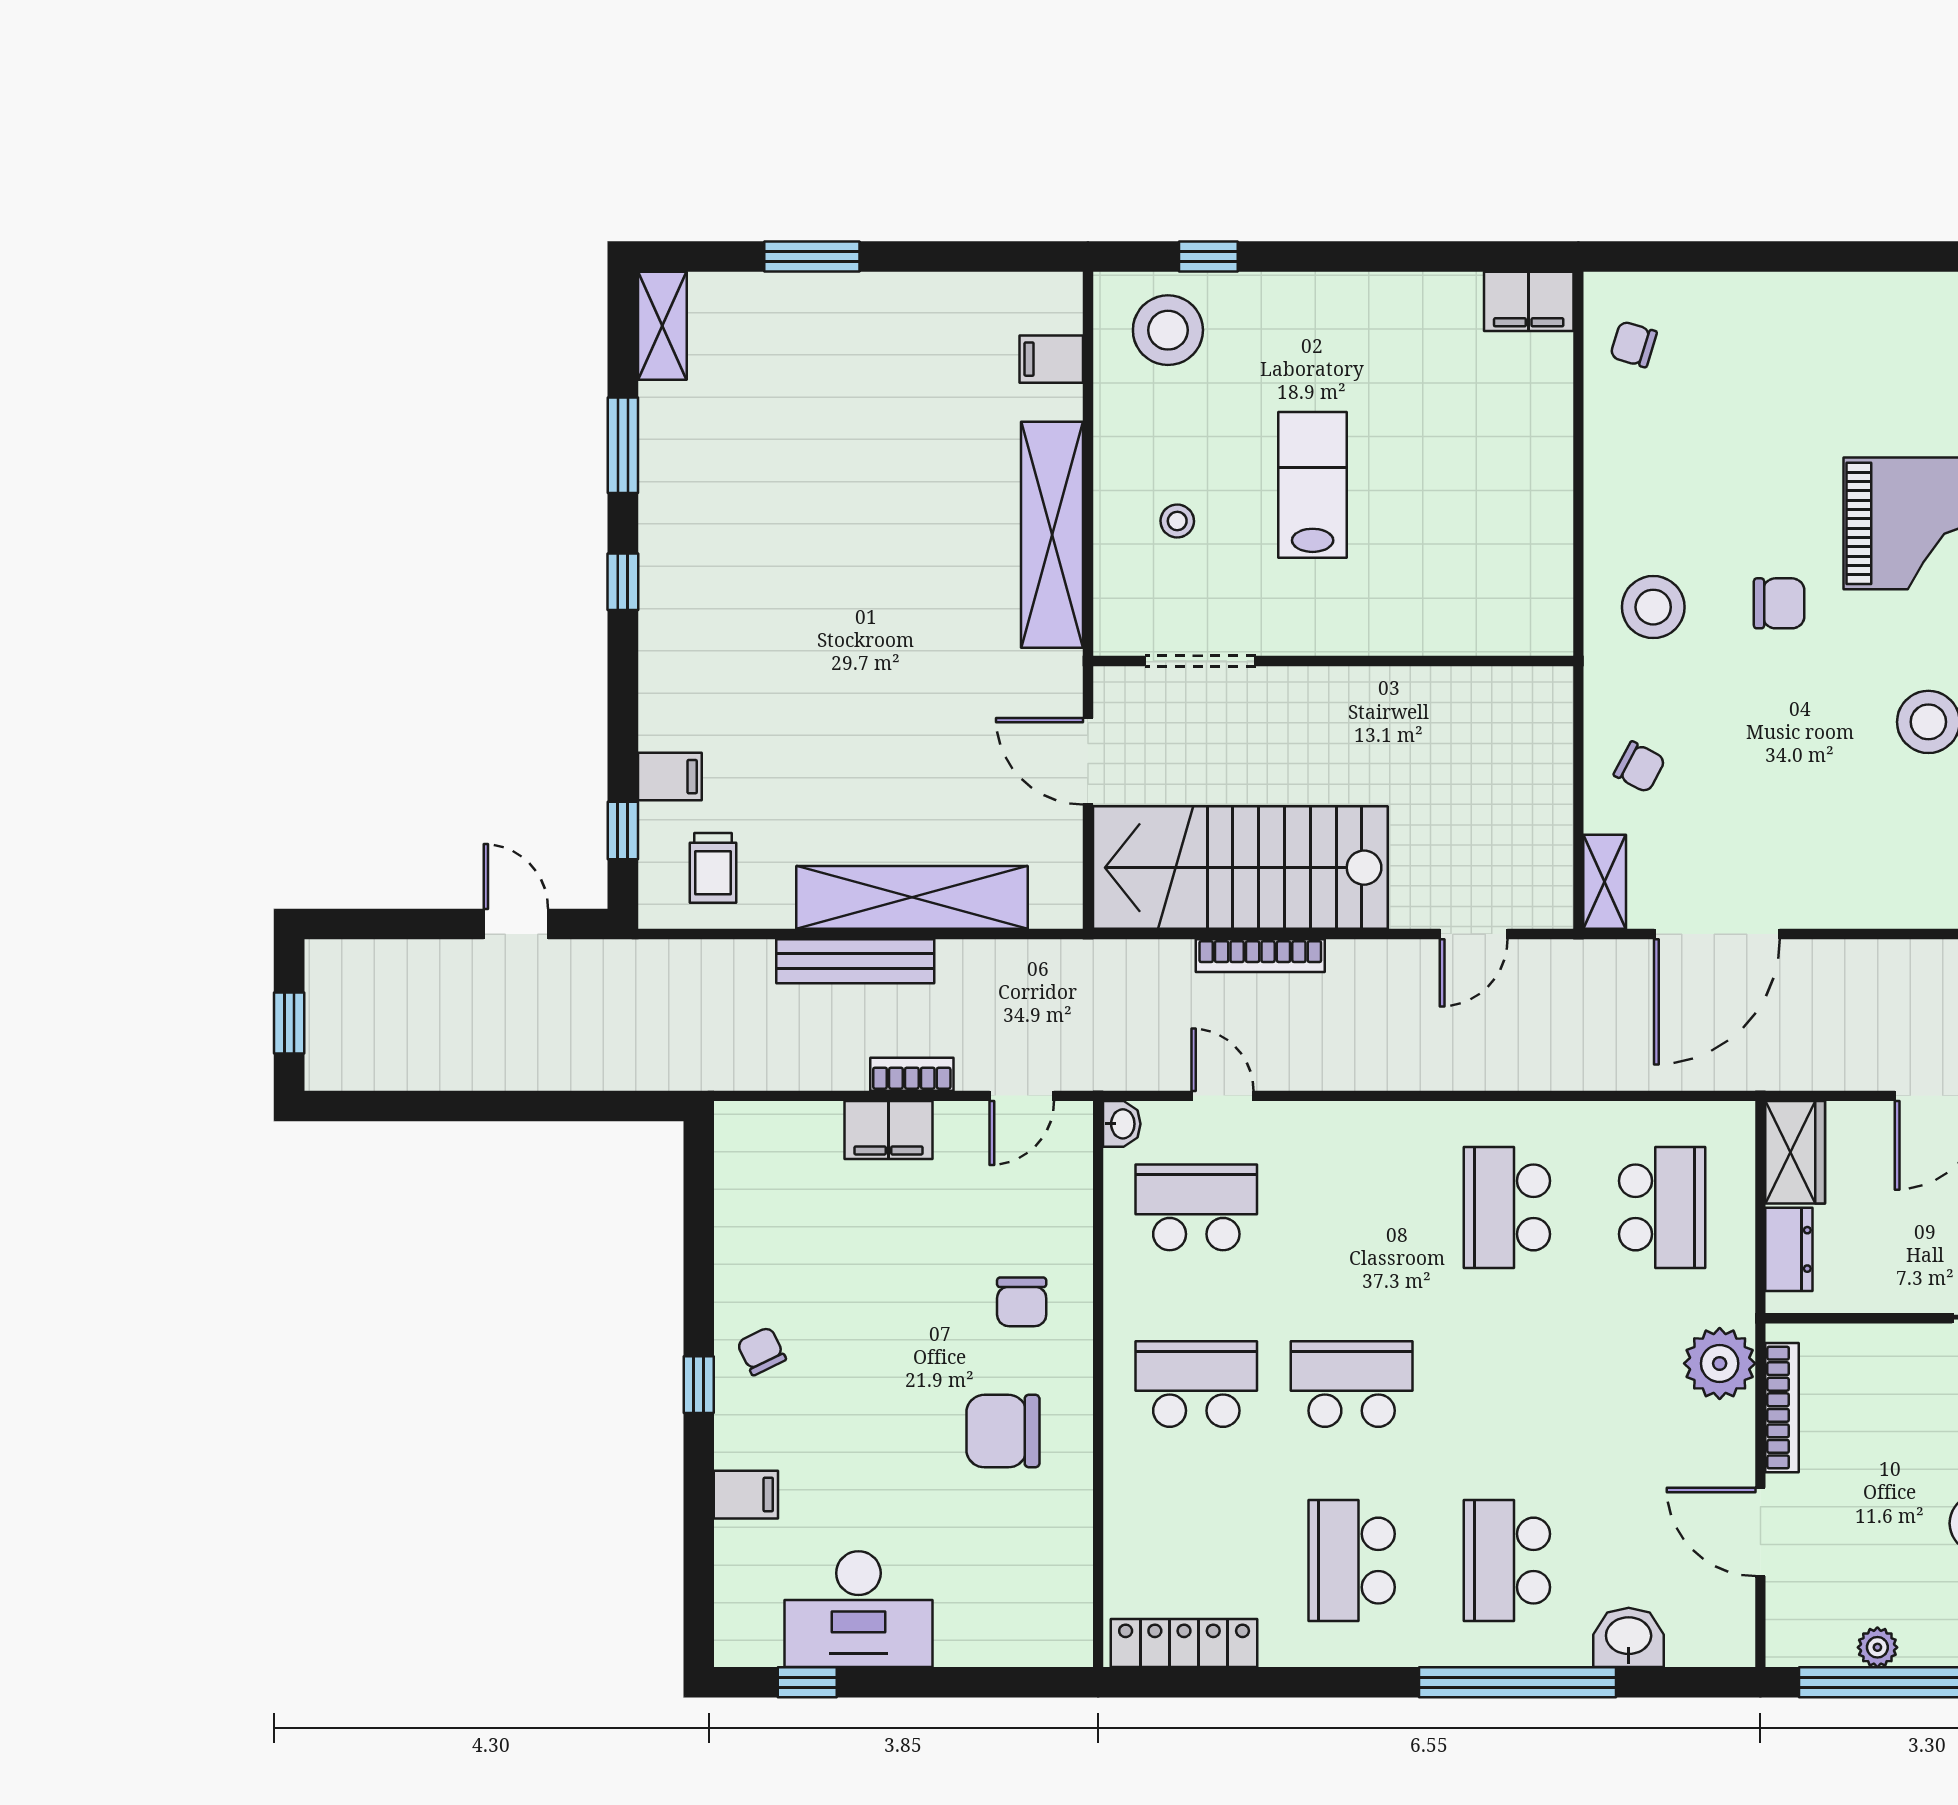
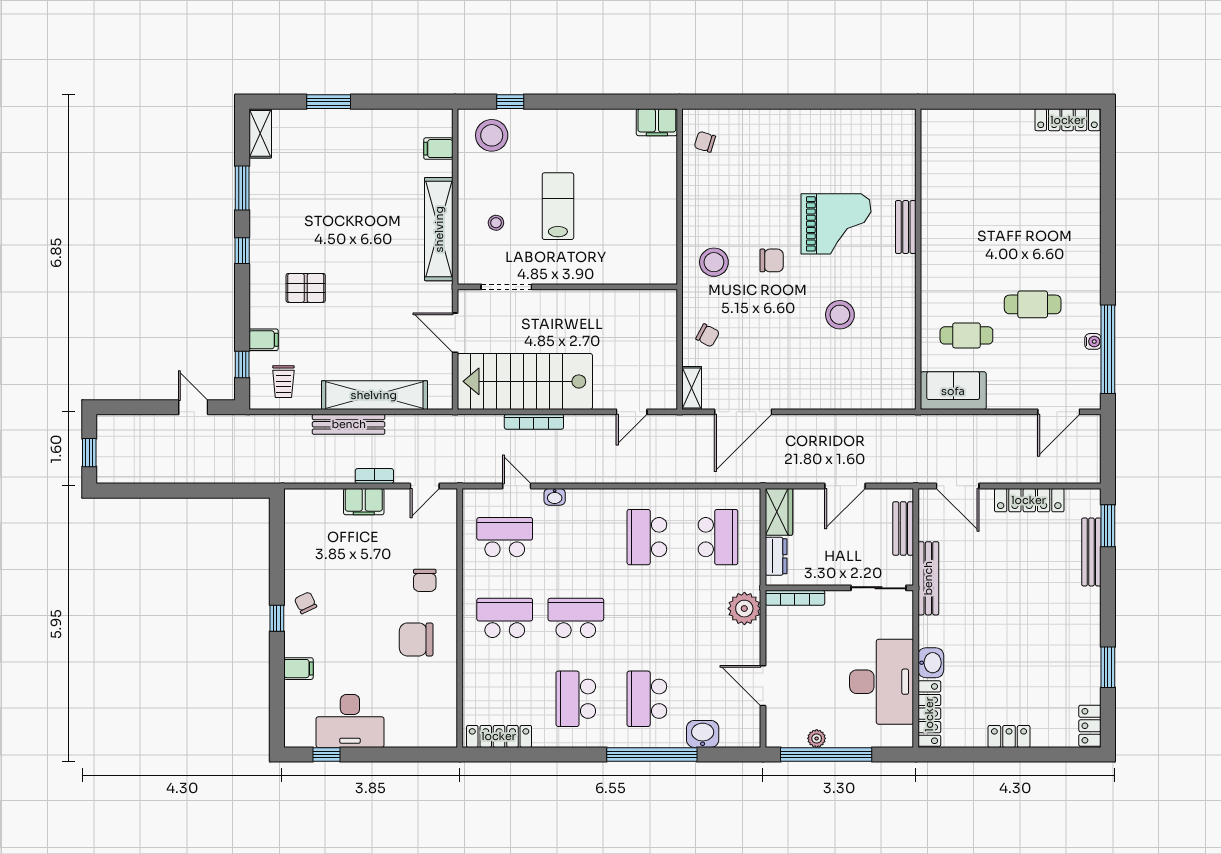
pallet: (762, 663) -> (306, 288), added
washbasin: (1122, 1124) -> (555, 497), moved, turned 90
bookcase: (1782, 1408) -> (795, 598), moved, turned 90

